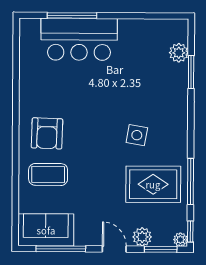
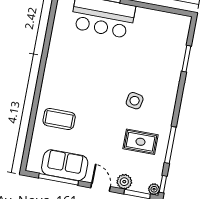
plant: (179, 53) -> (179, 42), removed
armchair: (47, 133) -> (64, 86), removed
rug: (153, 184) -> (140, 142), width x0.73, depth x0.70
sofa: (46, 230) -> (65, 165), moved

